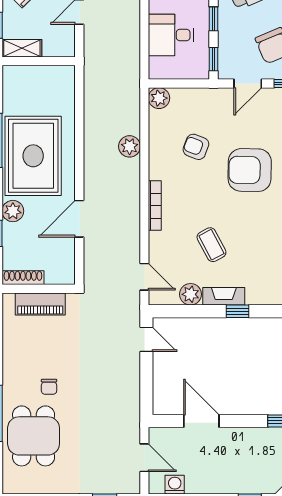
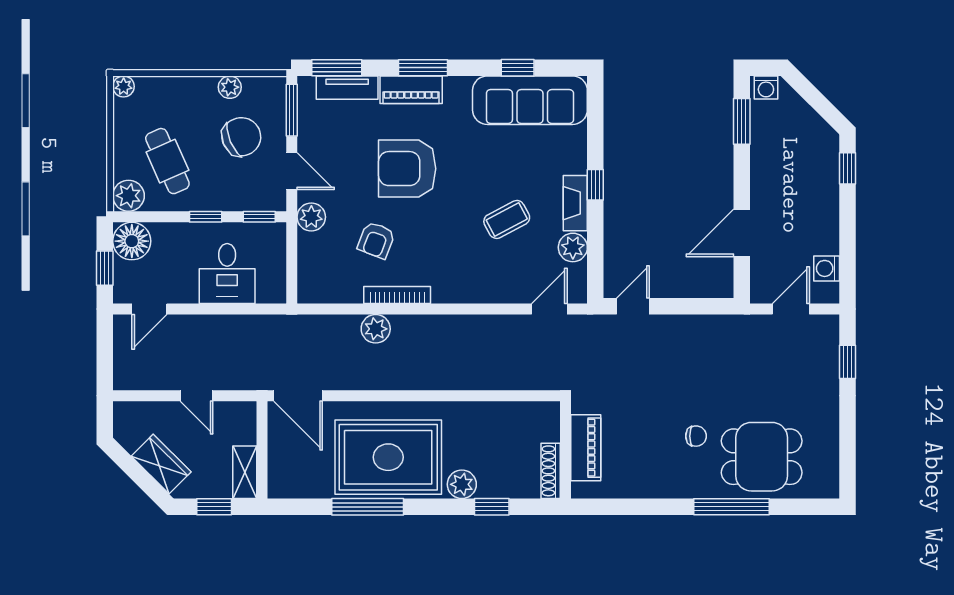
plant: (159, 98) -> (311, 217), moved
armchair: (250, 170) -> (407, 169), turned 89
bookcase: (155, 206) -> (397, 295), moved
door: (79, 219) -> (298, 396), moved

